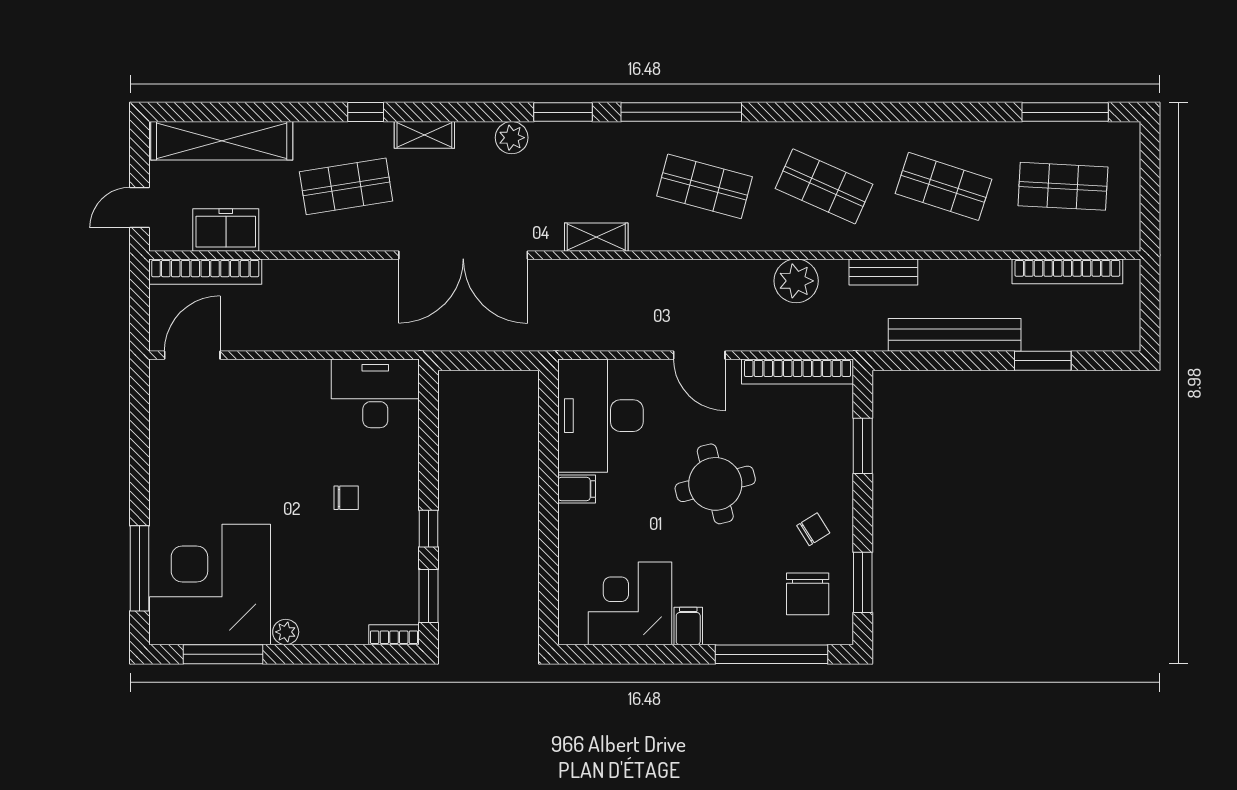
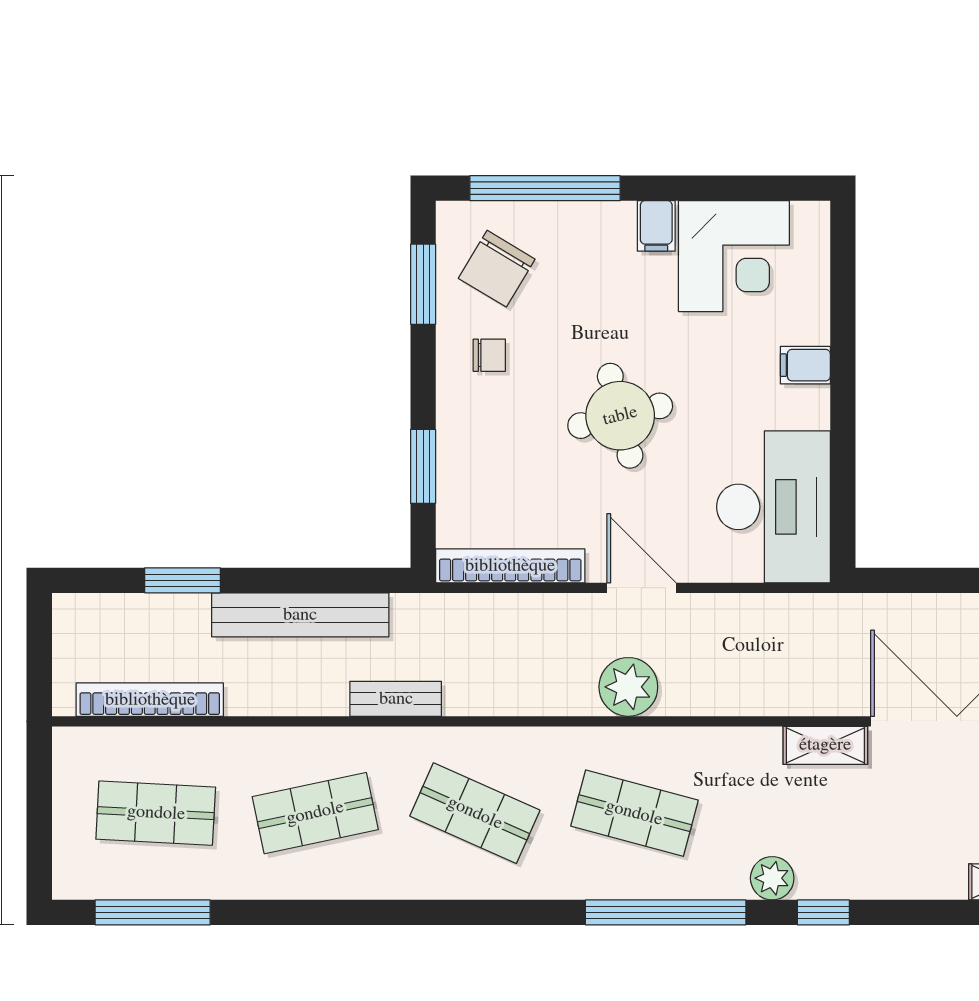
window: (563, 112) -> (823, 912), width x0.67
plant: (512, 138) -> (772, 878), moved
shop shelf: (943, 186) -> (315, 813), turned -30
shelving: (596, 237) -> (825, 745), moved
plant: (796, 281) -> (628, 687), moved
filing cabinet: (577, 489) -> (805, 365), moved
chair: (813, 529) -> (489, 355), turned -148
chair: (808, 594) -> (497, 269), turned -149

